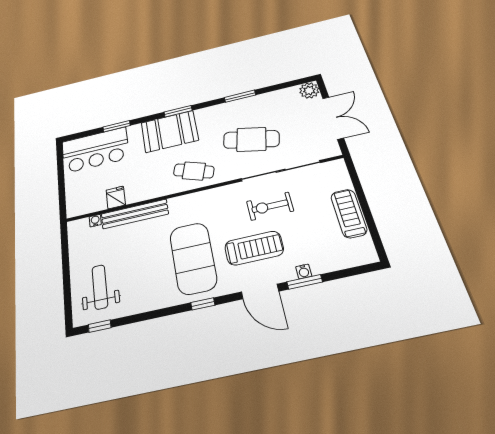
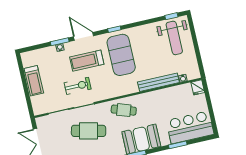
fridge: (116, 197) -> (198, 87), moved
weight bench: (100, 287) -> (174, 38), width x1.36, depth x1.33

